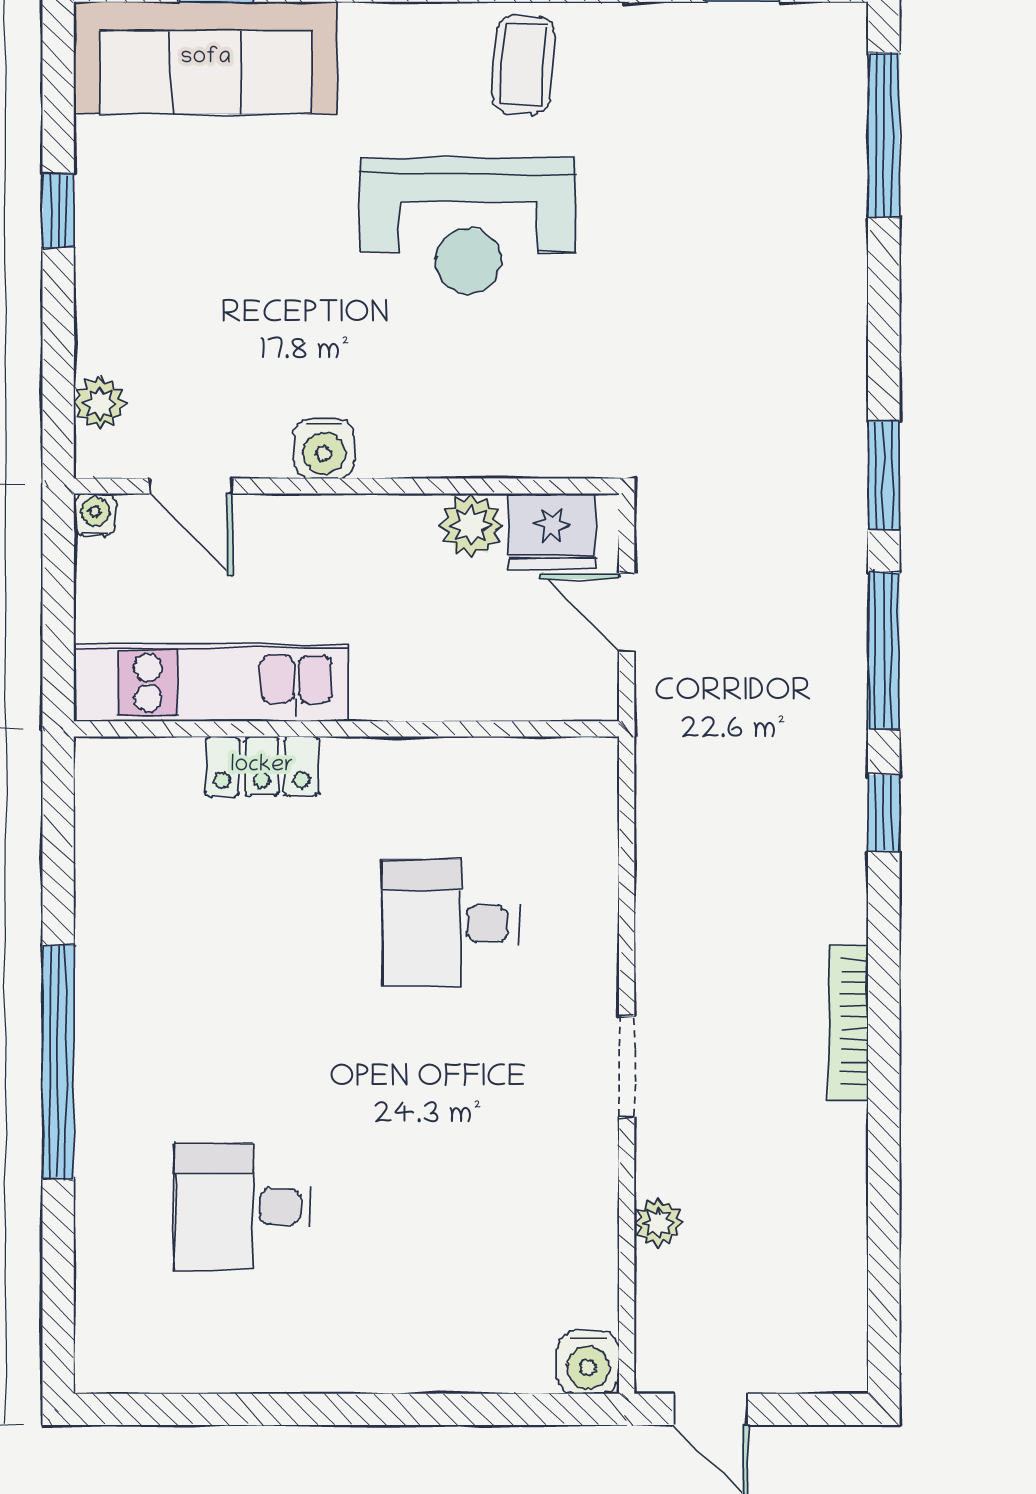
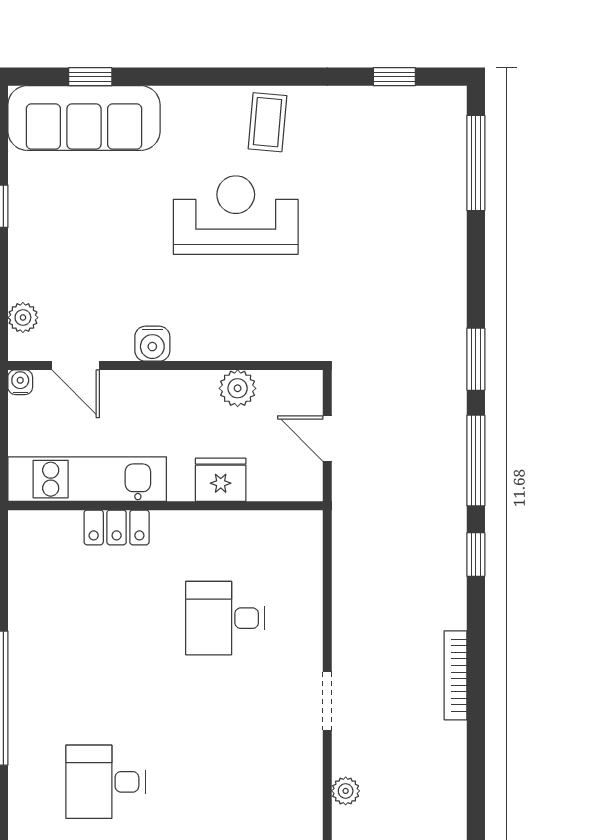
reception desk: (468, 226) -> (236, 215), turned 180
fridge: (552, 531) -> (221, 480), moved, turned 180

